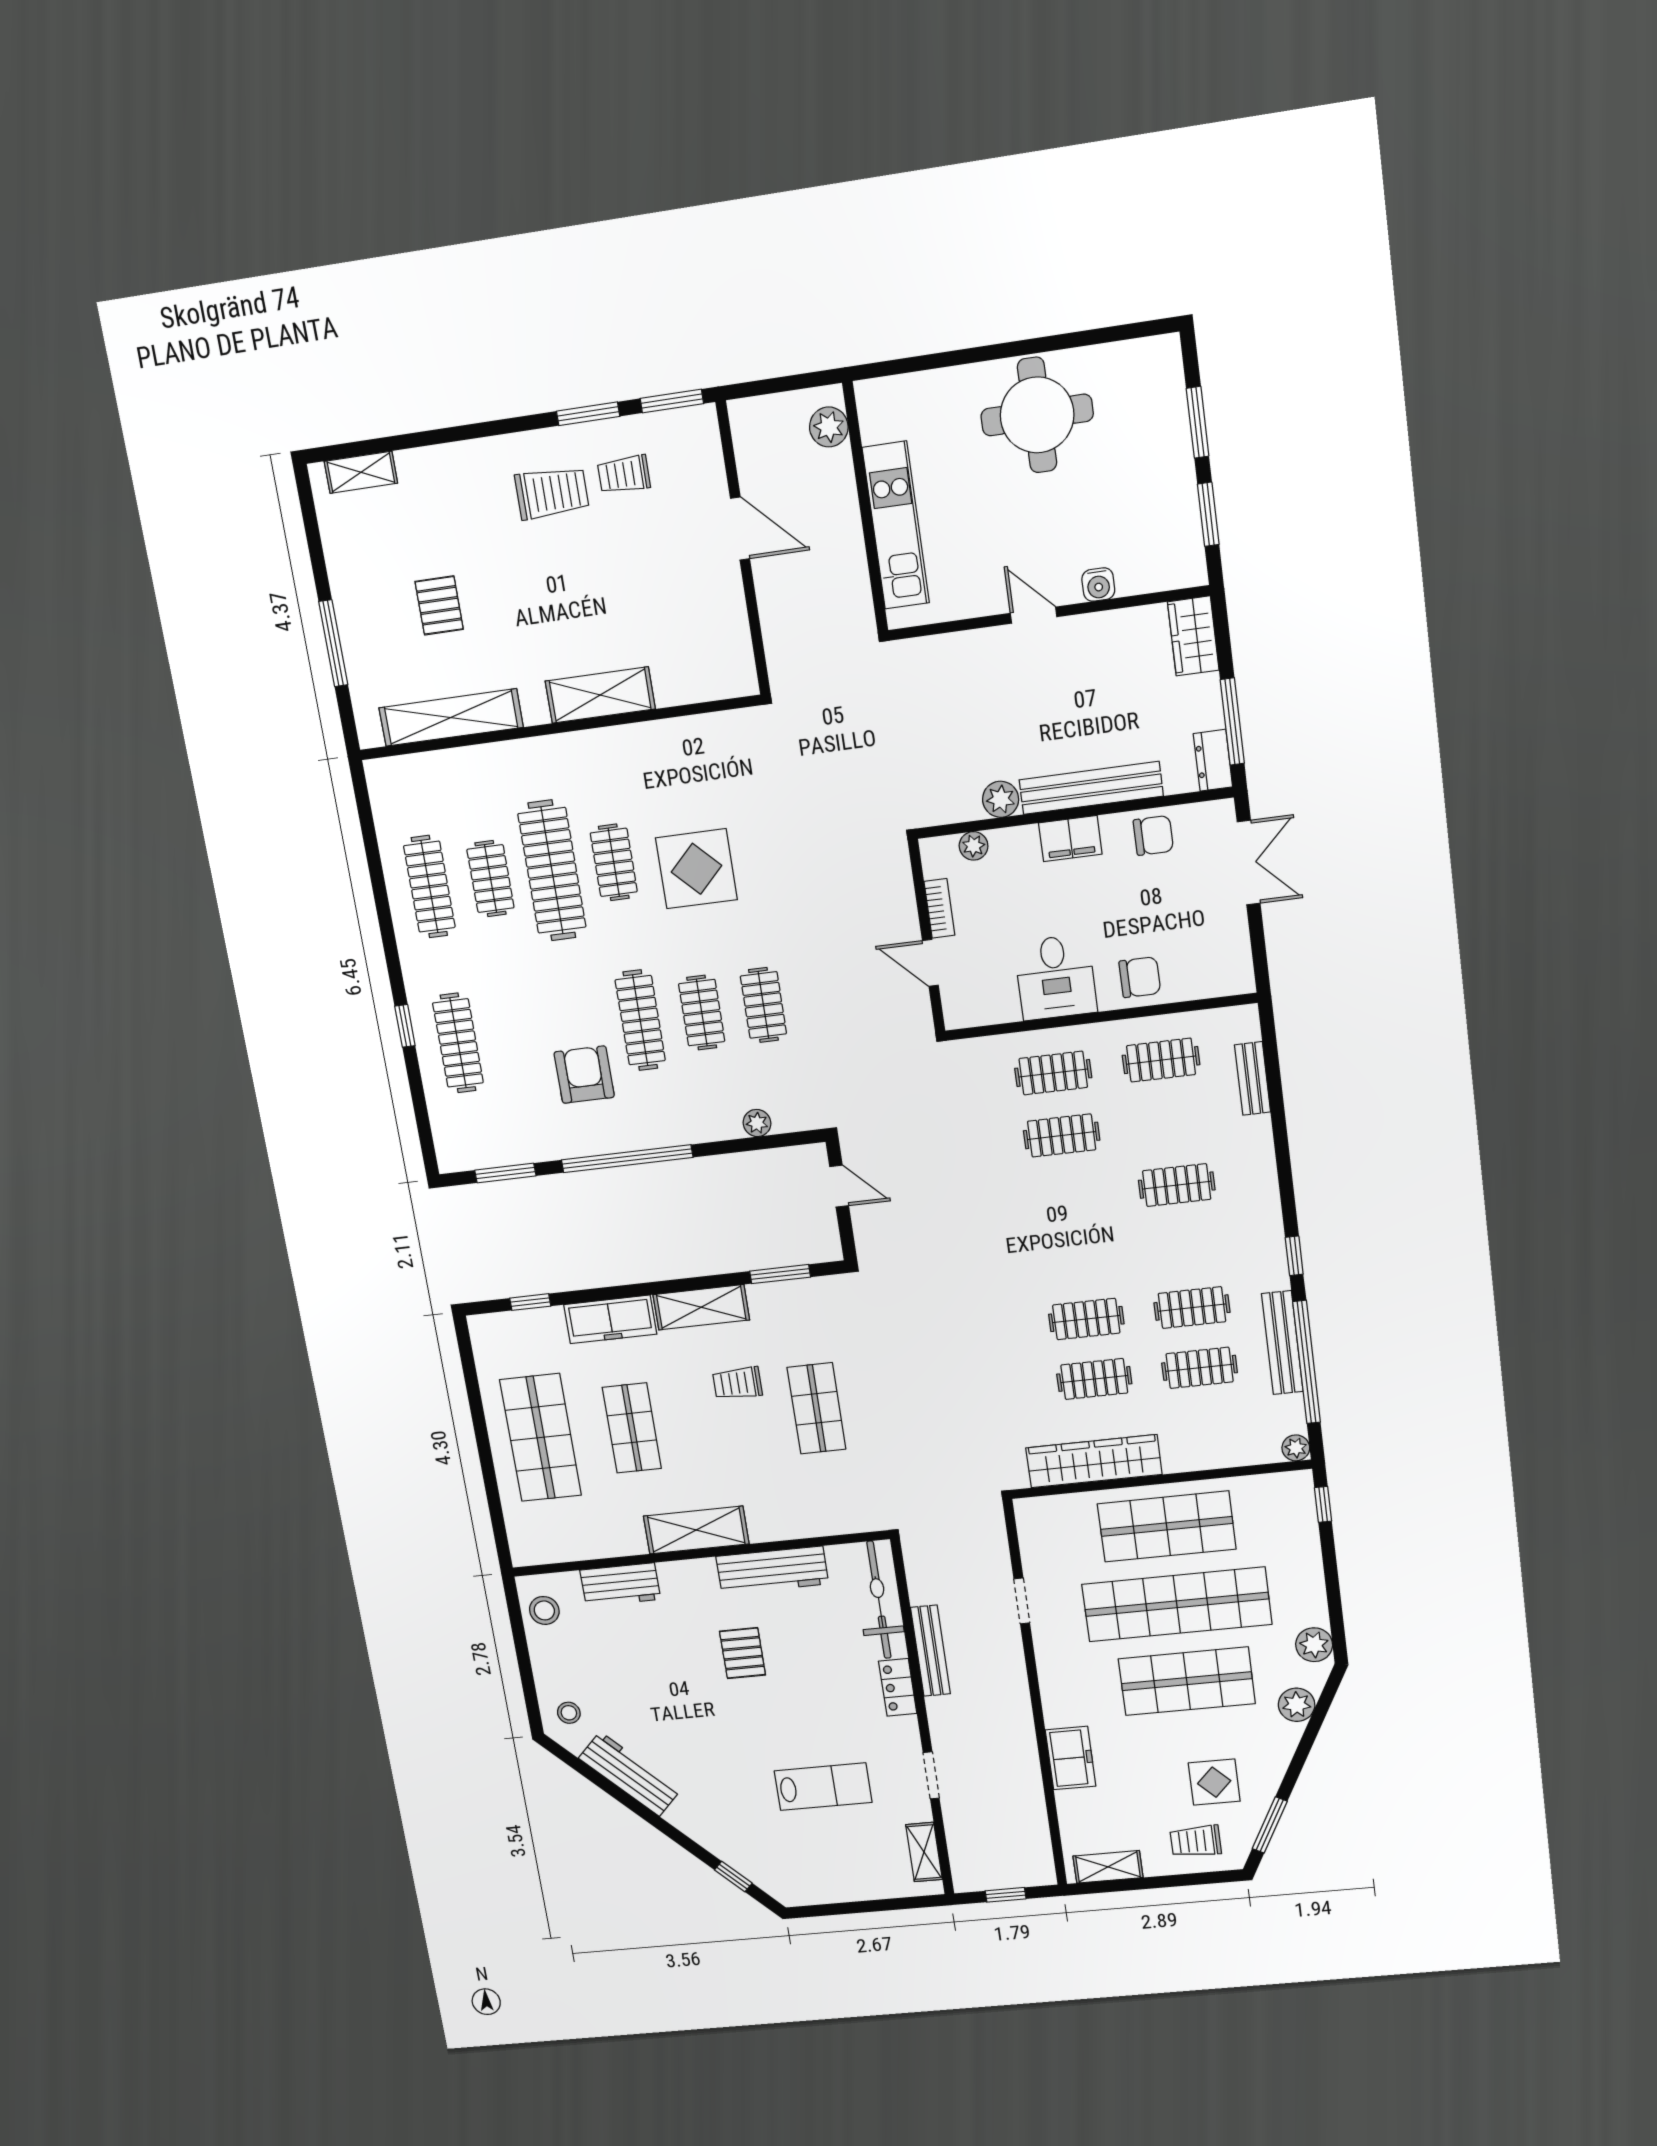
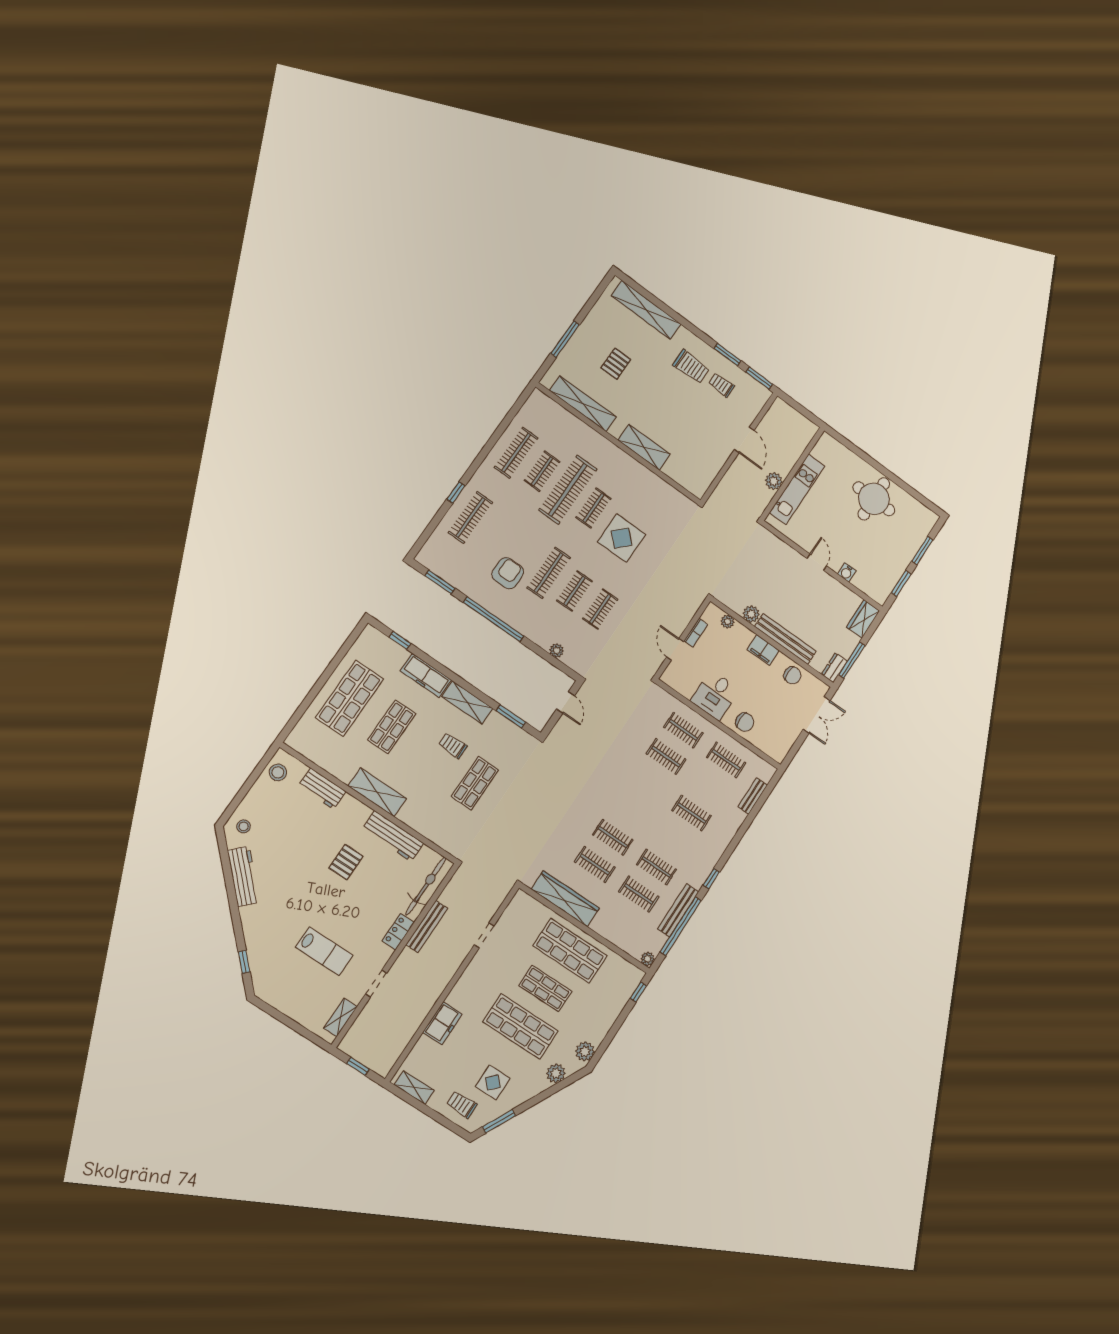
plant: (829, 427) -> (774, 481), moved
shelving: (361, 472) -> (646, 310), width x2.20, depth x1.33
shop shelf: (1177, 1604) -> (545, 988), width x0.50, depth x0.74

